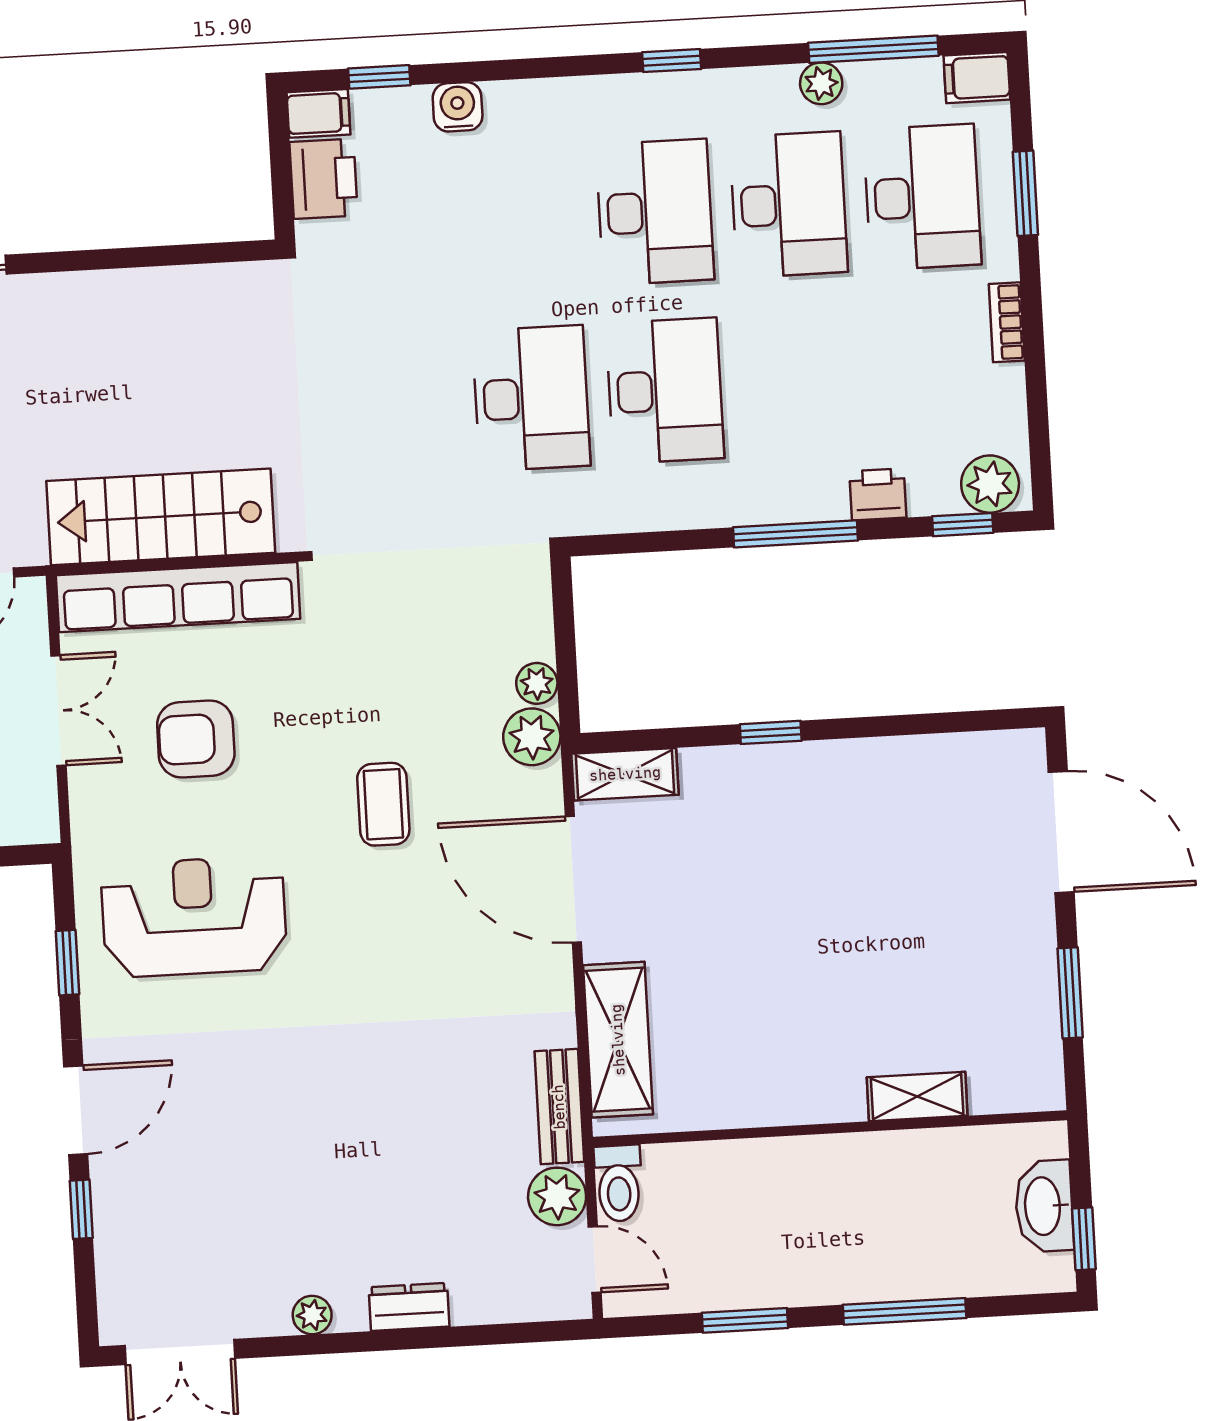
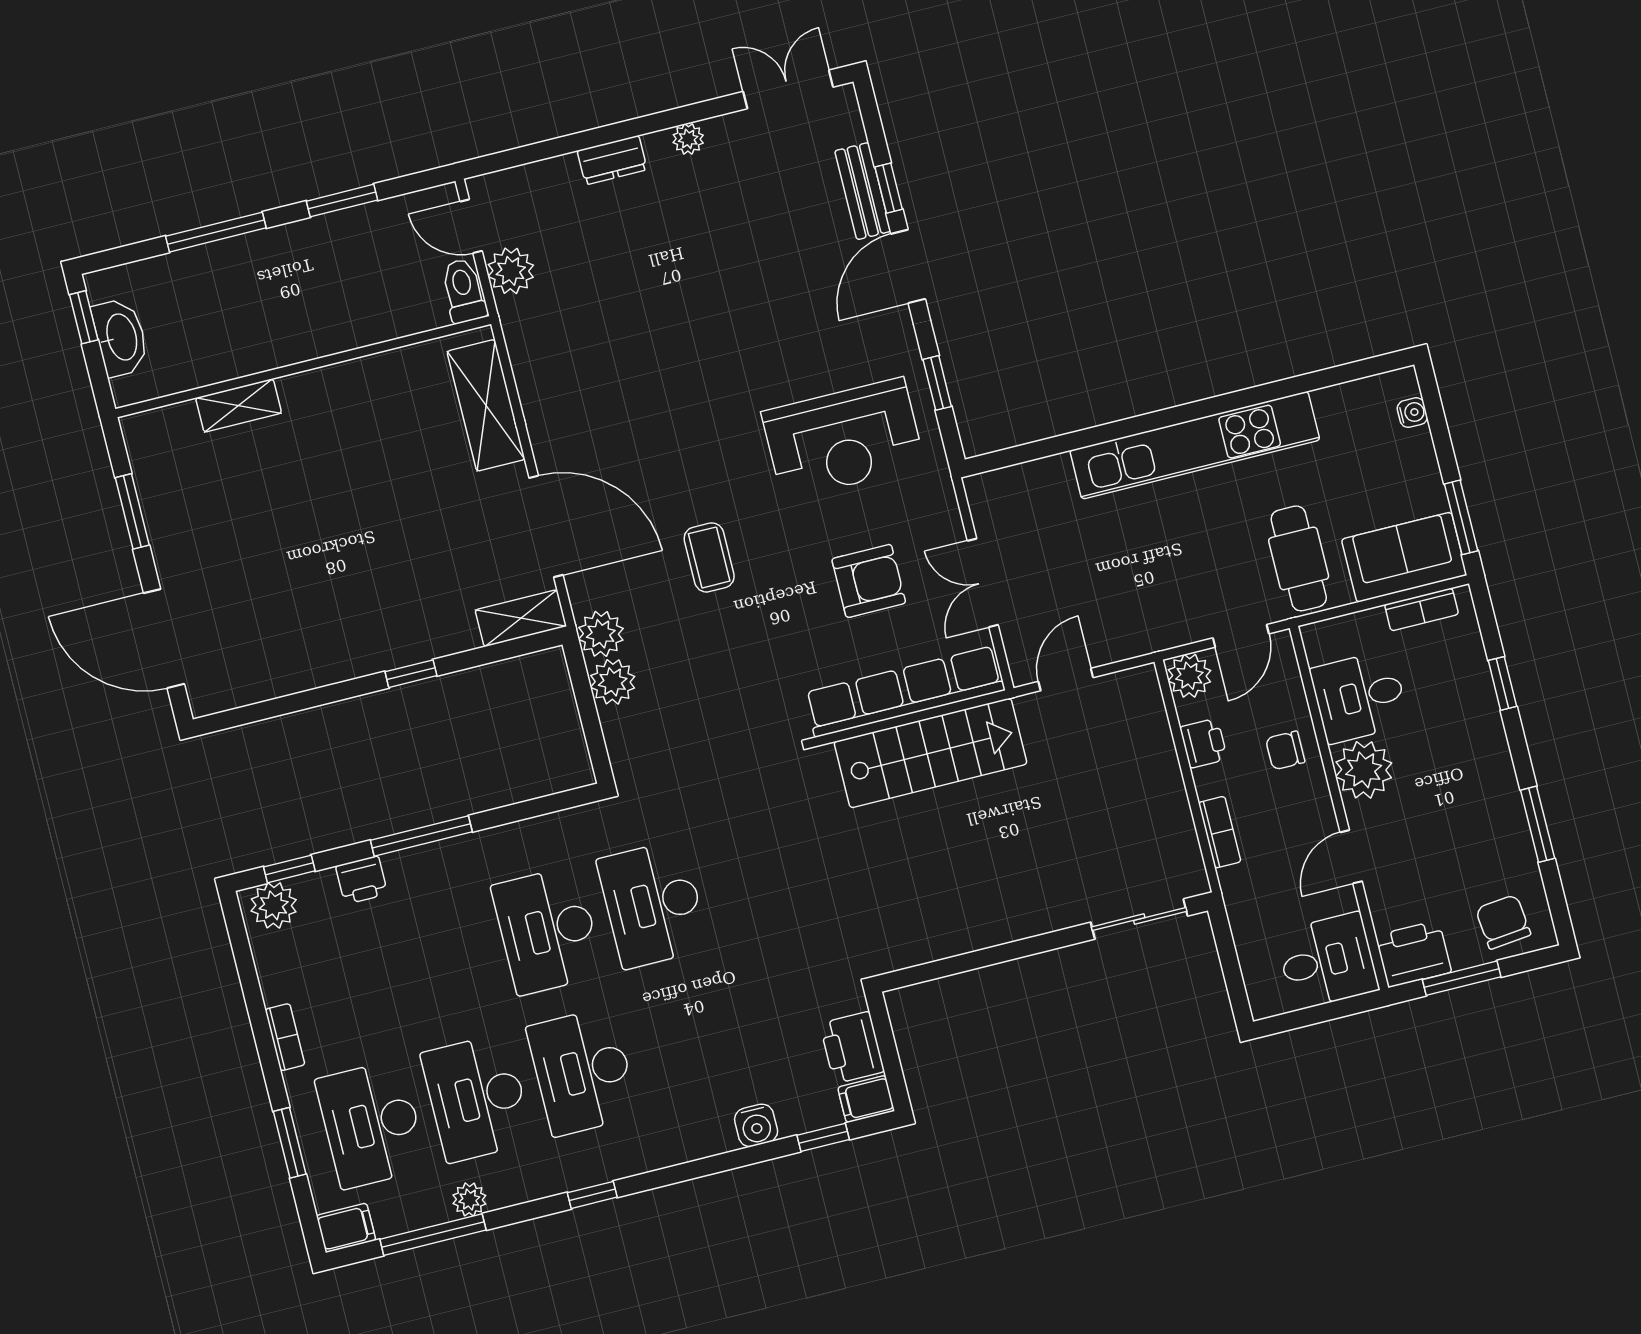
plant: (537, 683) -> (613, 682), width x1.38, depth x1.38
bench: (559, 1107) -> (863, 191), moved

